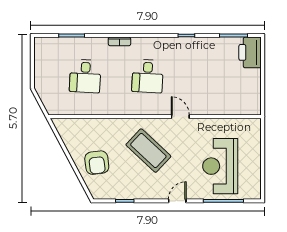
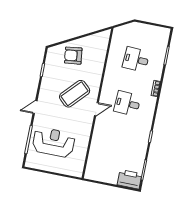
door: (180, 117) -> (96, 109), moved
door: (177, 201) -> (35, 107), swing flipped

